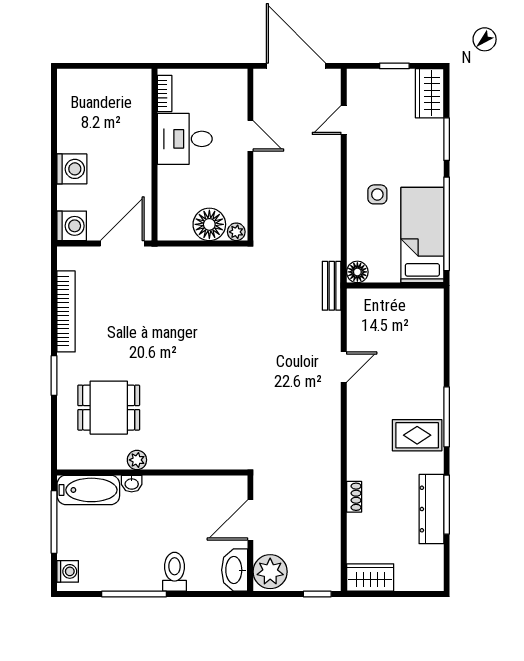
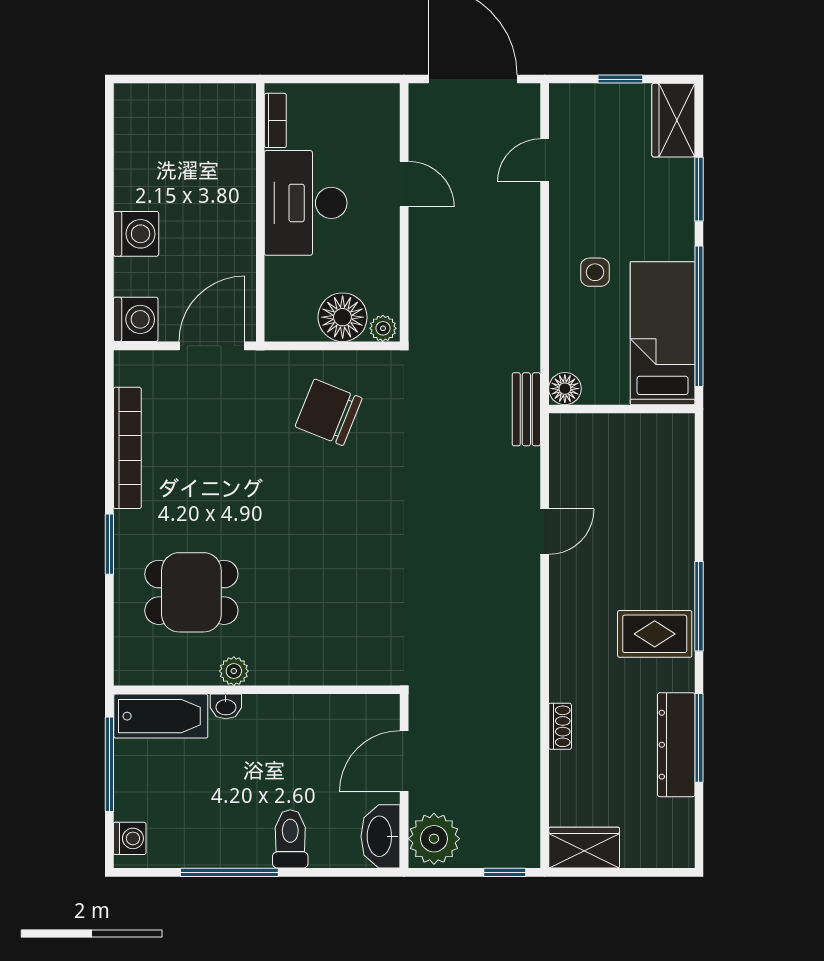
desk: (185, 139) -> (306, 203), width x1.37
chair: (200, 288) -> (329, 412), added

